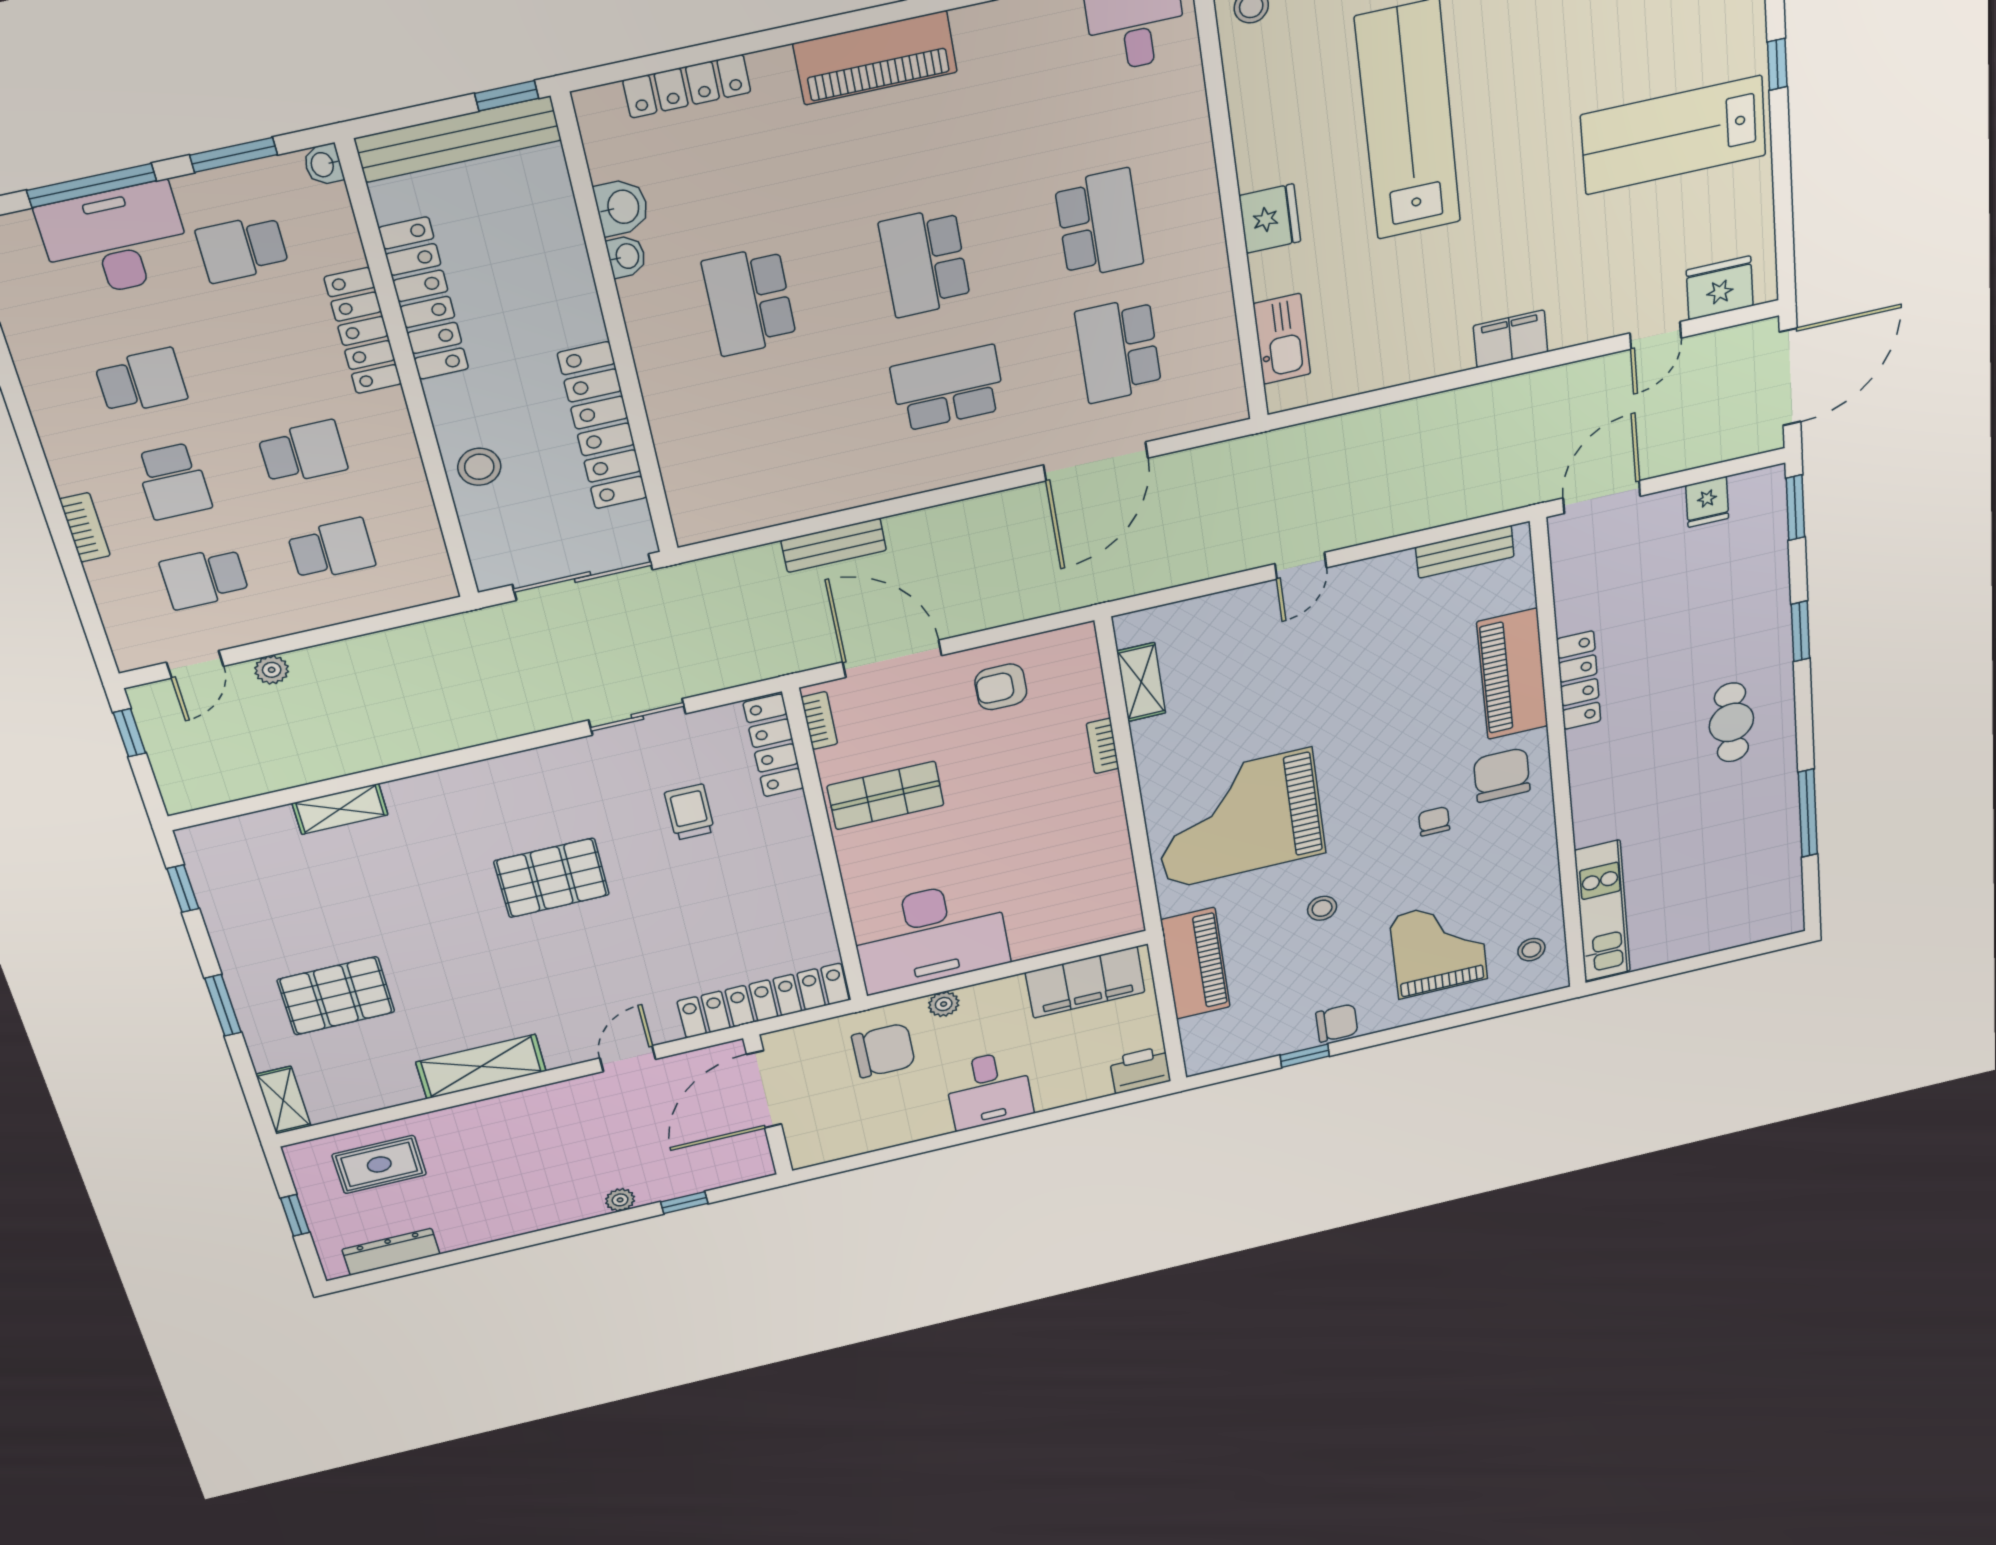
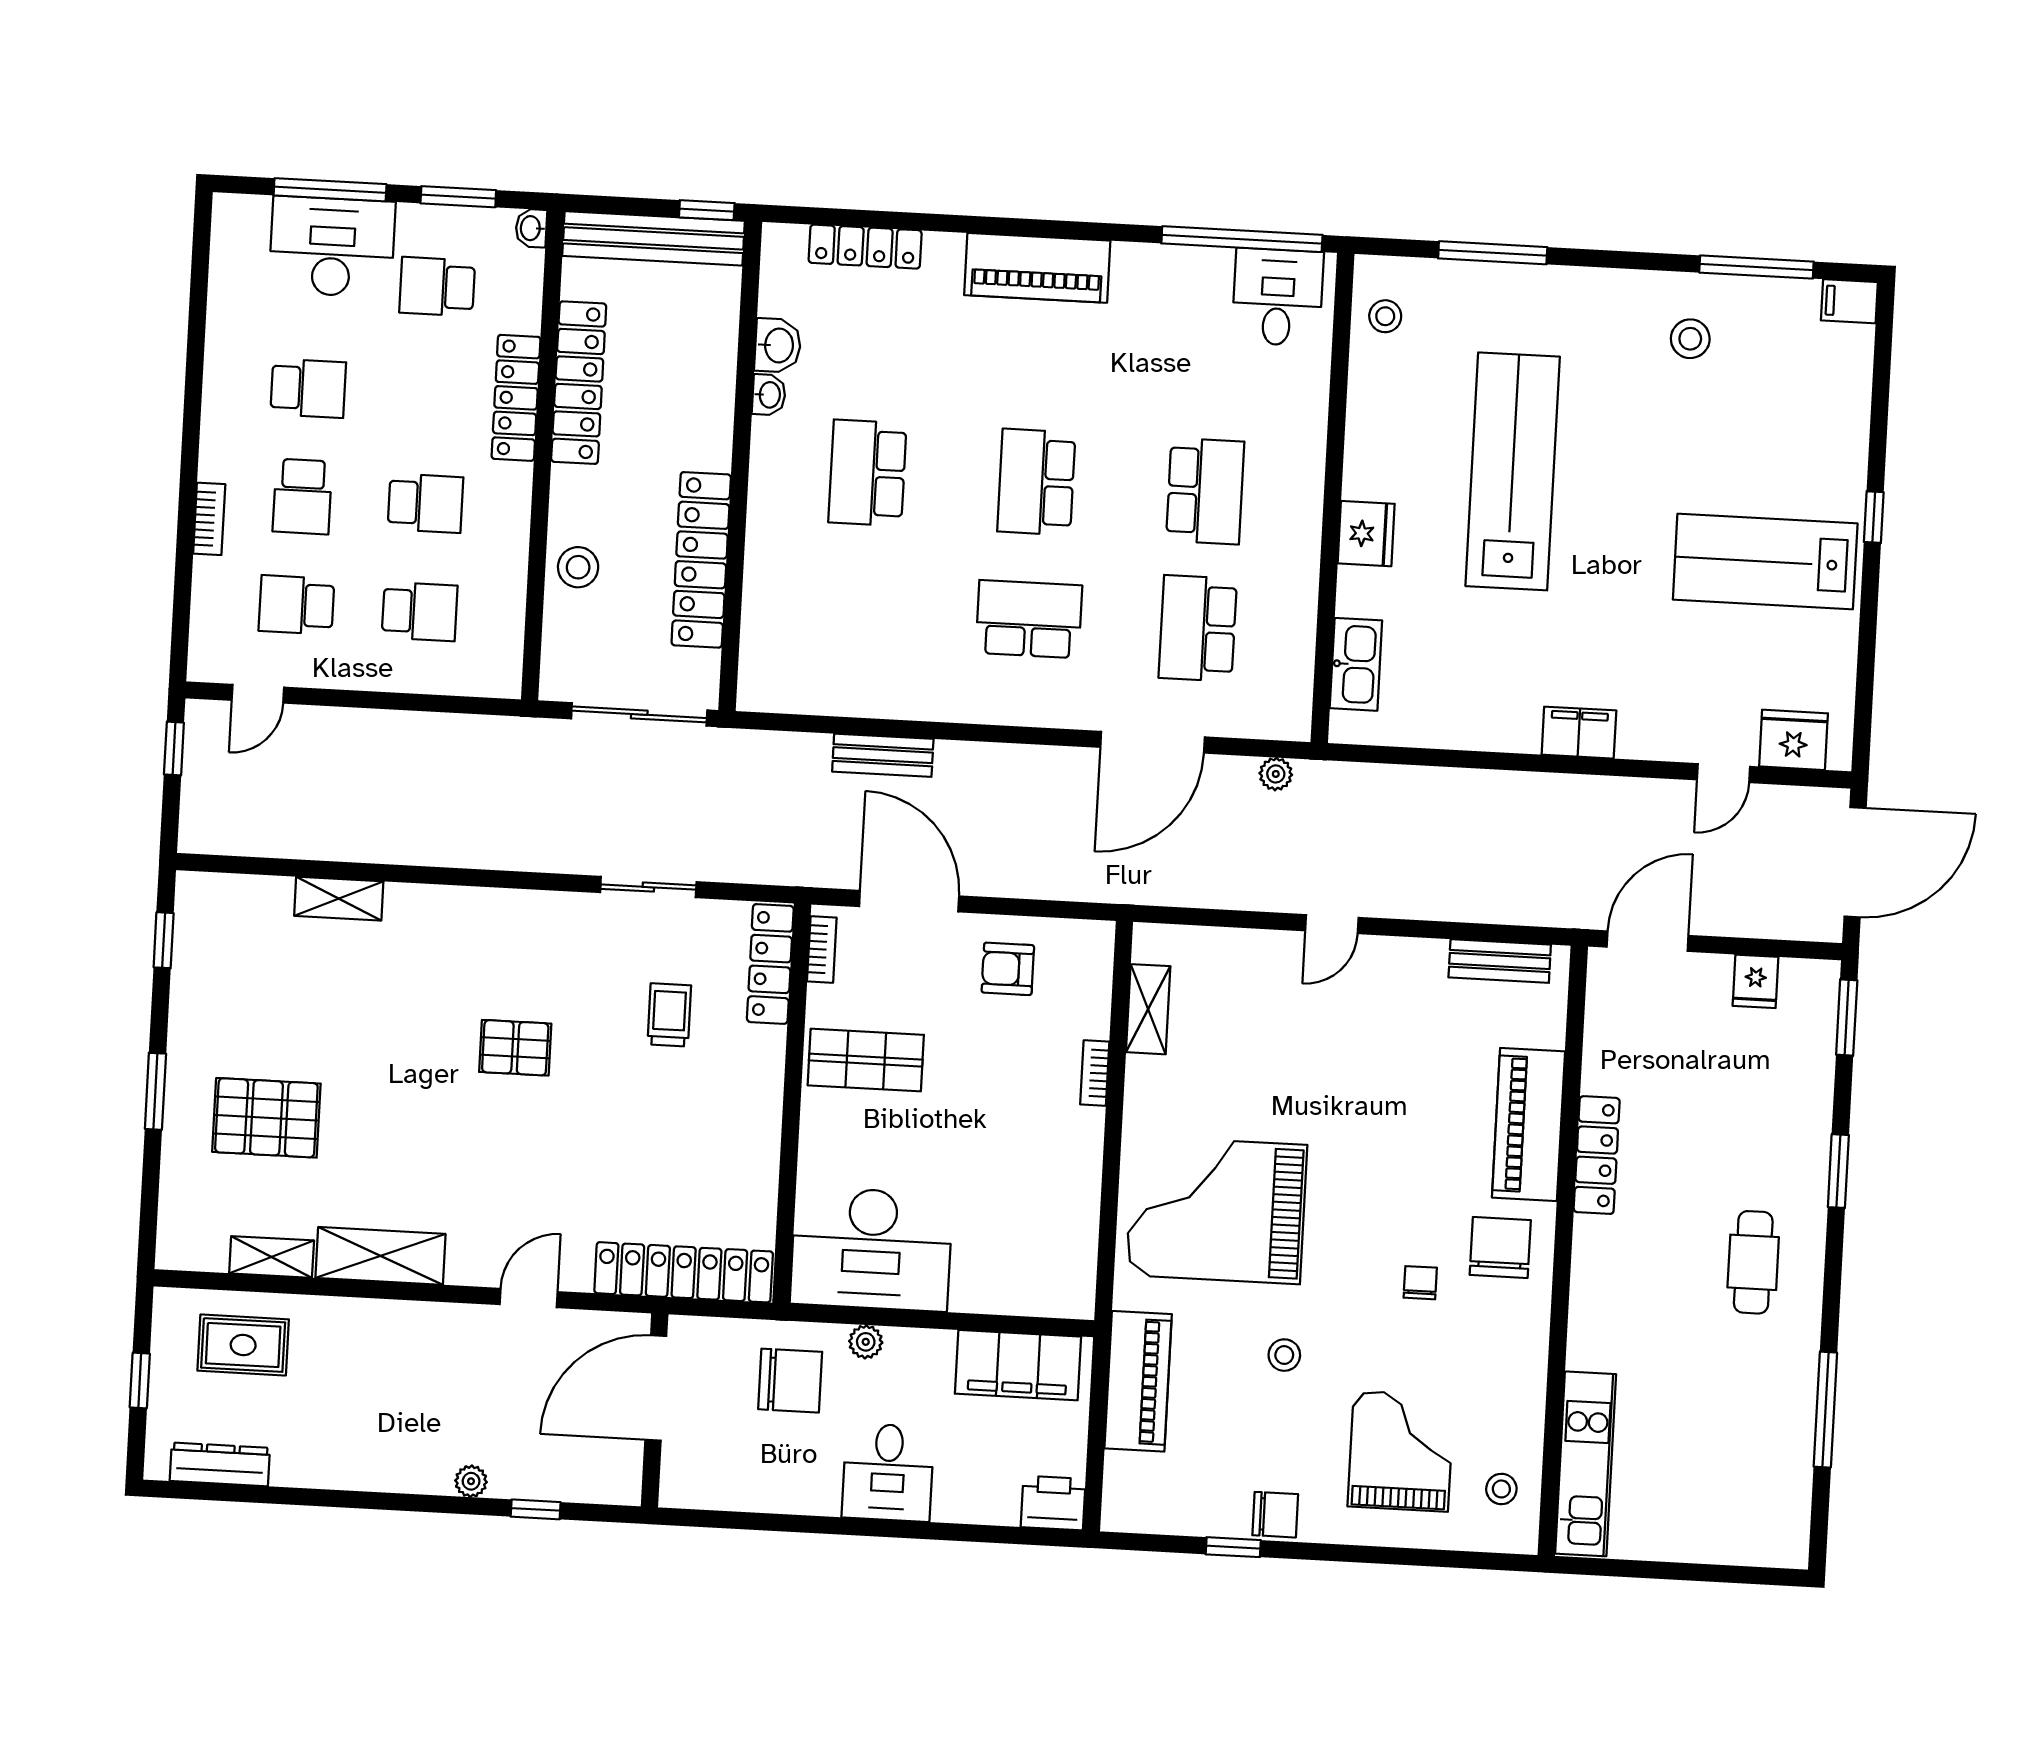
plant: (272, 670) -> (1276, 774), moved
pallet: (552, 878) -> (515, 1048), width x0.67, depth x0.71
shelving: (283, 1100) -> (272, 1257), moved, turned 90

